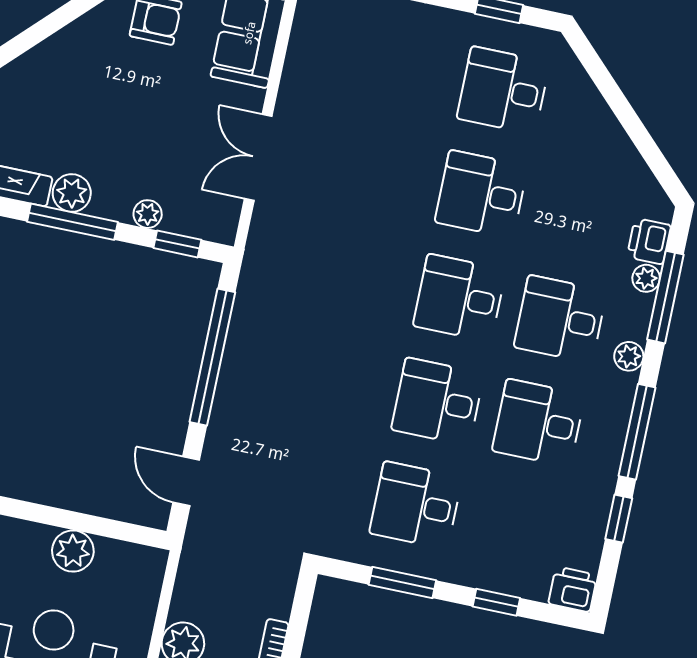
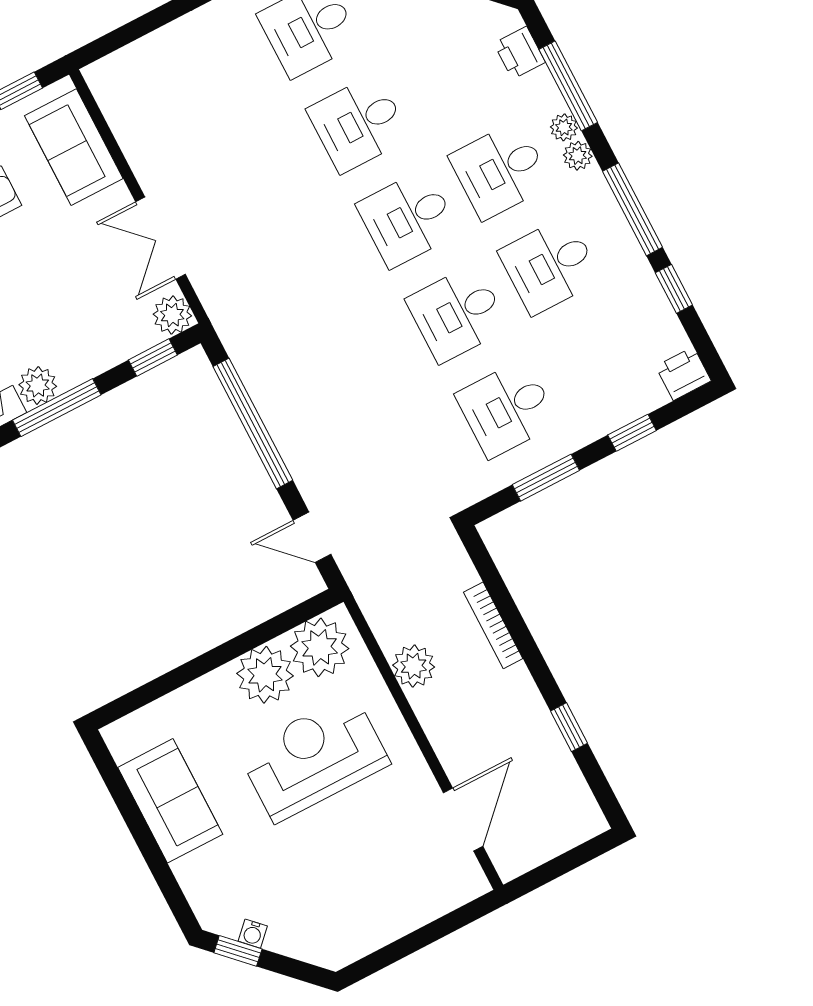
plant: (148, 214) -> (172, 315), moved, width x1.38, depth x1.38
plant: (646, 278) -> (564, 127), moved
plant: (73, 551) -> (265, 675), width x1.36, depth x1.36
plant: (123, 570) -> (320, 647), added

